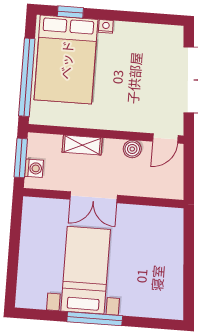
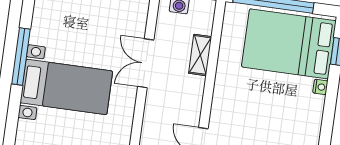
boiler: (132, 149) -> (193, 106), removed
bed with nightstands: (86, 270) -> (66, 87), moved

